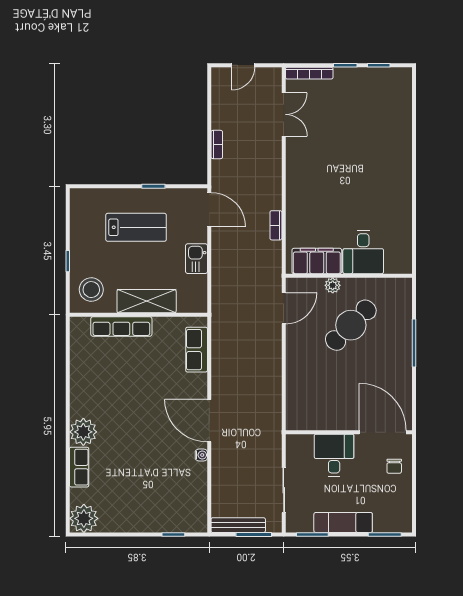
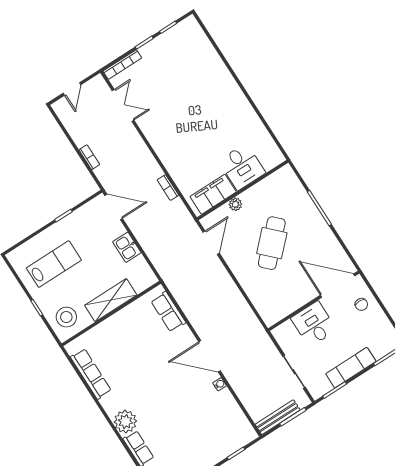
lab bench: (136, 227) -> (54, 264), moved
cafe table: (351, 325) -> (272, 243), moved
row of seats: (121, 327) -> (91, 374), moved, turned -90

